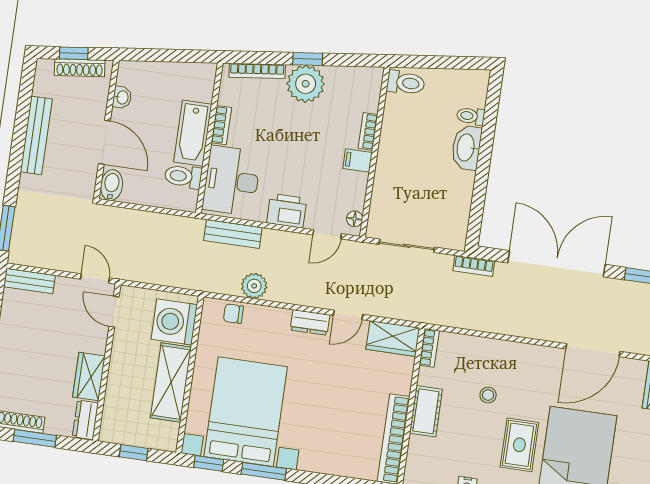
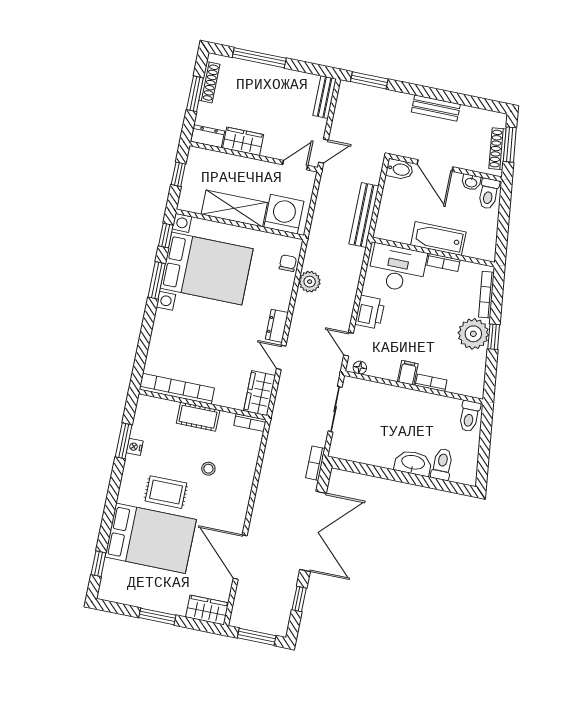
window: (74, 53) -> (510, 145), width x1.50
toilet: (471, 116) -> (442, 464), width x1.37, depth x1.39
bench: (36, 135) -> (436, 108), width x0.73
door: (104, 142) -> (435, 166), hinge flipped
toilet: (183, 176) -> (489, 194), moved, turned 180
bench: (233, 234) -> (364, 215), moved, width x1.36

